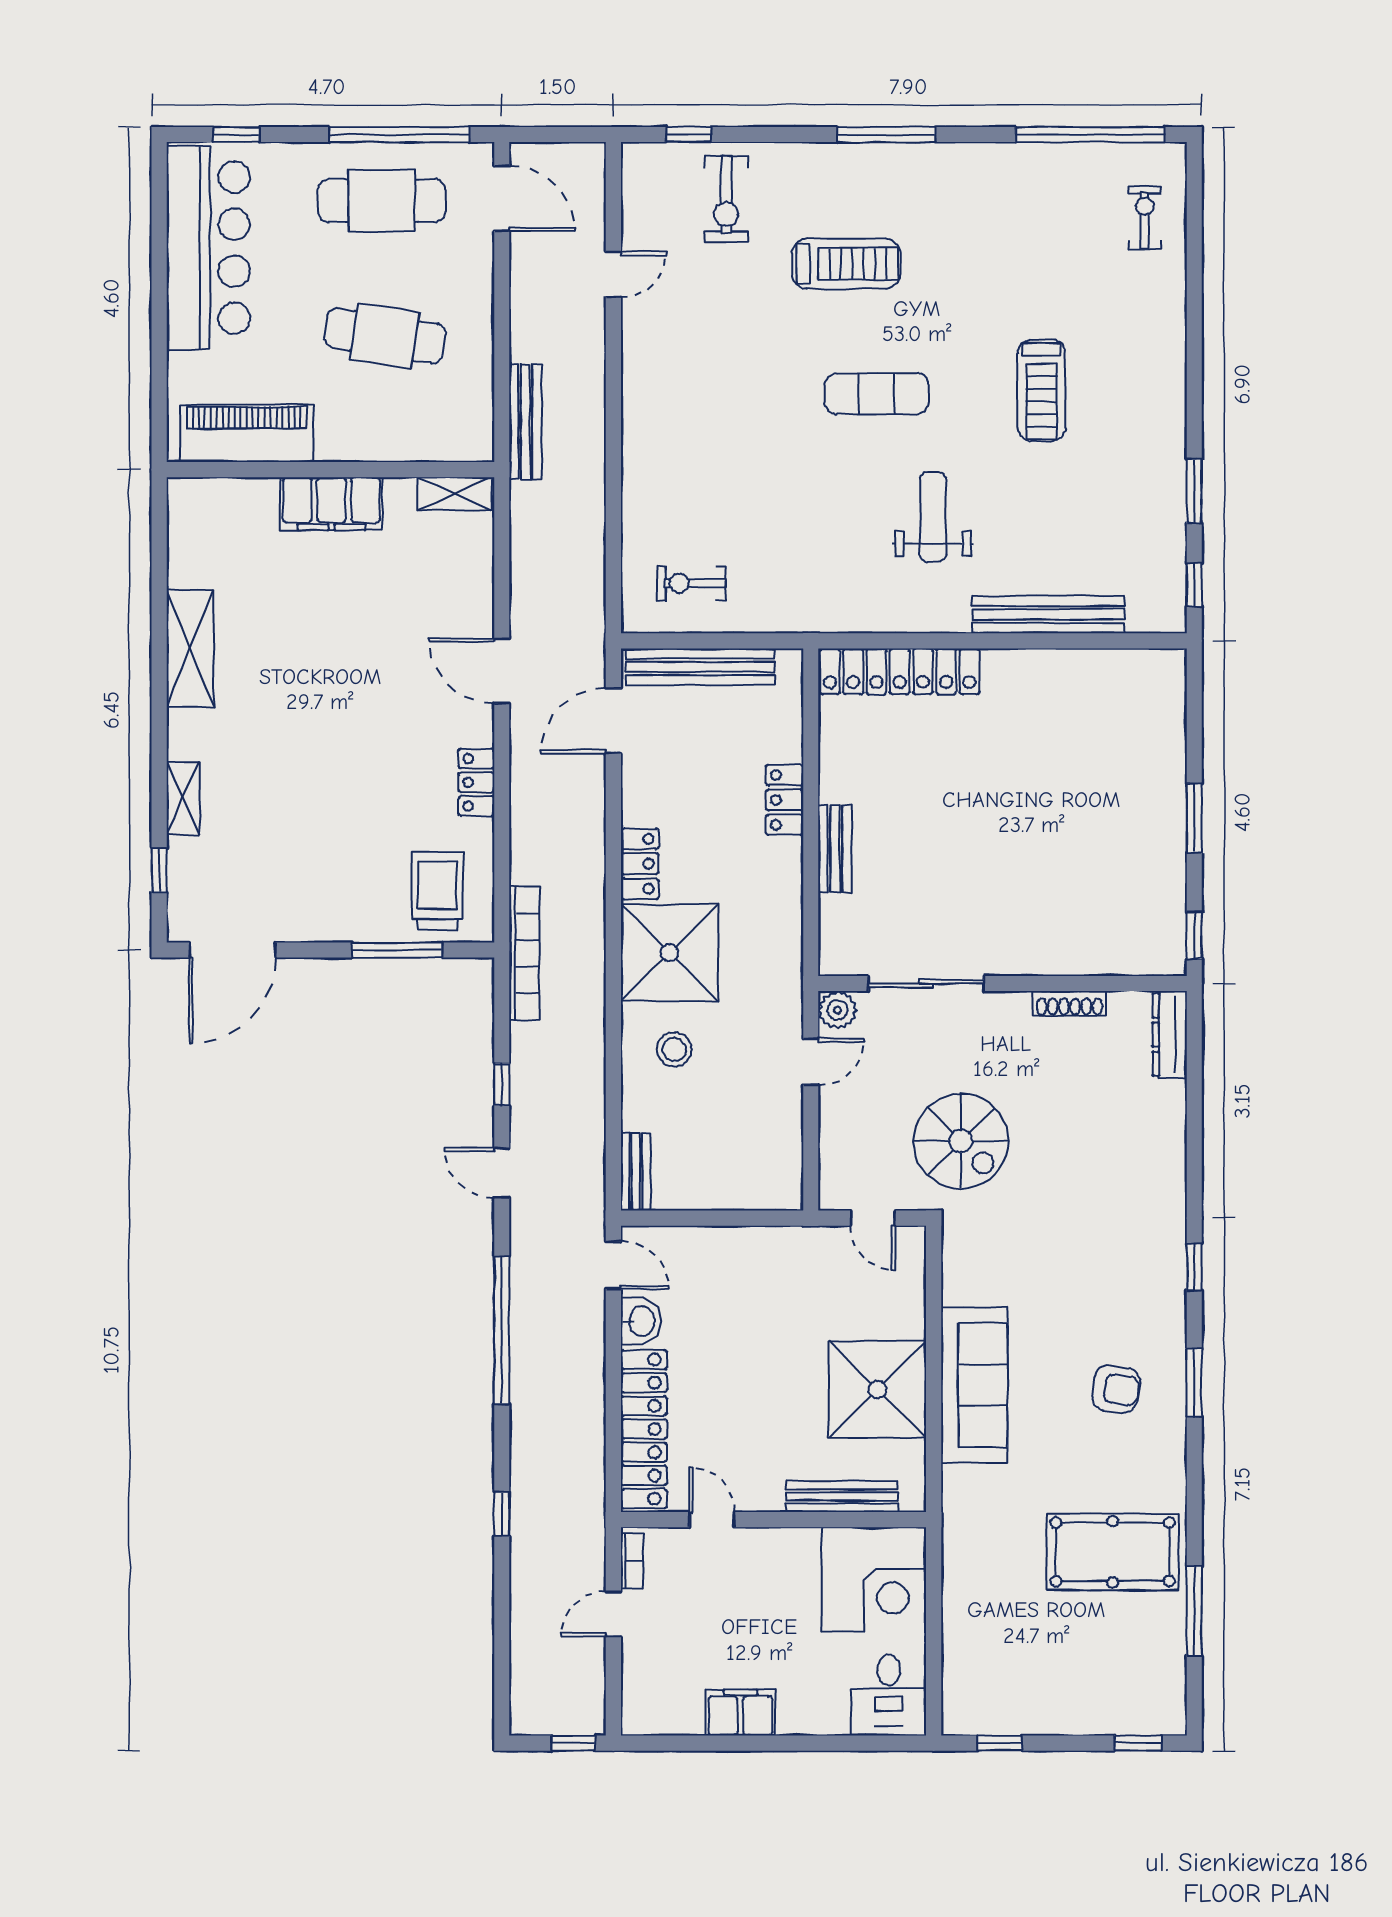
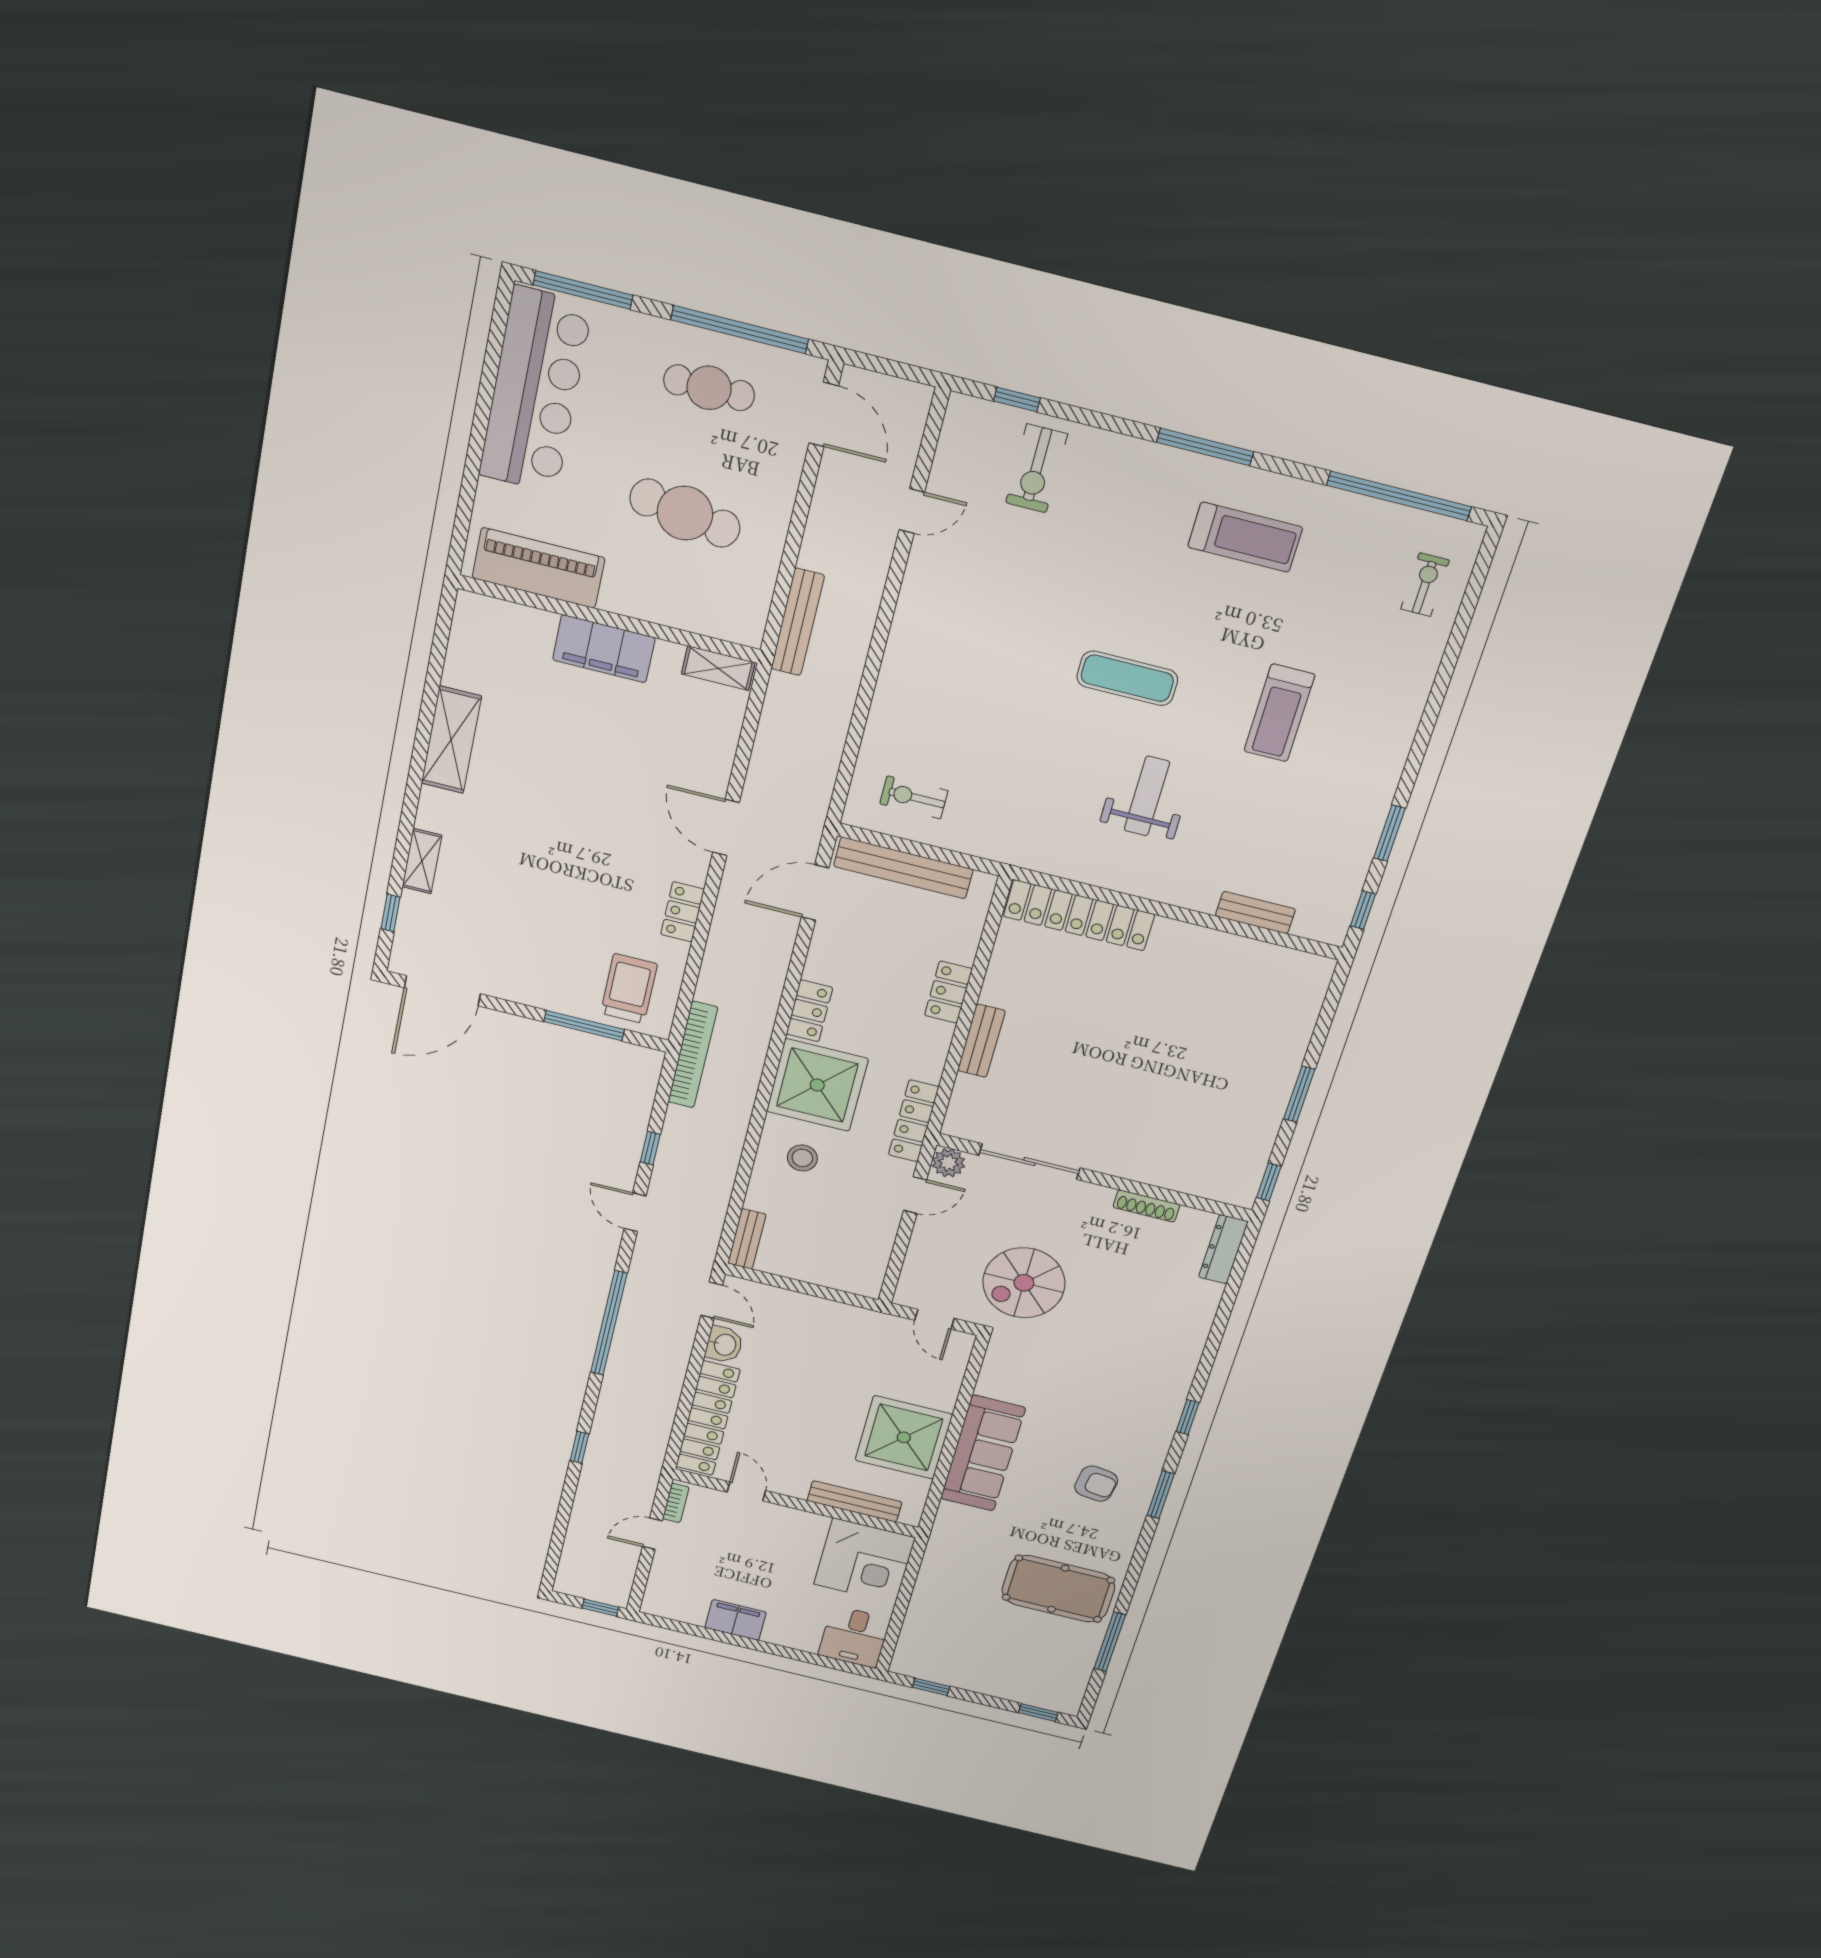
window: (236, 135) -> (583, 290), width x2.17
cafe table: (382, 201) -> (709, 388), width x0.73, depth x0.74
treadmill: (846, 264) -> (1245, 537), moved
bench: (1048, 615) -> (1255, 912), width x0.54, depth x0.82
locker: (786, 968) -> (914, 1121), added
spiral stairs: (961, 1141) -> (1024, 1283), turned 90

